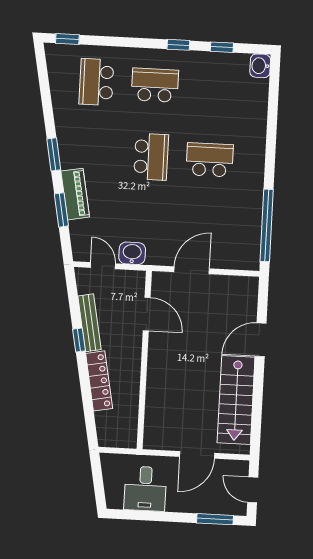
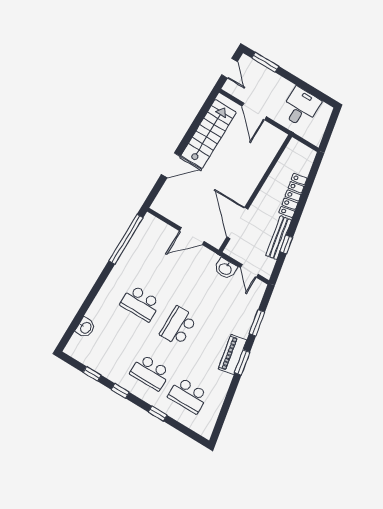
window: (67, 39) -> (158, 414), moved
washbasin: (260, 66) -> (86, 328), moved
school desk: (96, 82) -> (188, 395), turned 90
piano: (75, 194) -> (232, 354), moved
door: (147, 314) -> (237, 223), width x1.36
window: (79, 340) -> (286, 245), moved
door: (197, 455) -> (254, 111), swing flipped

